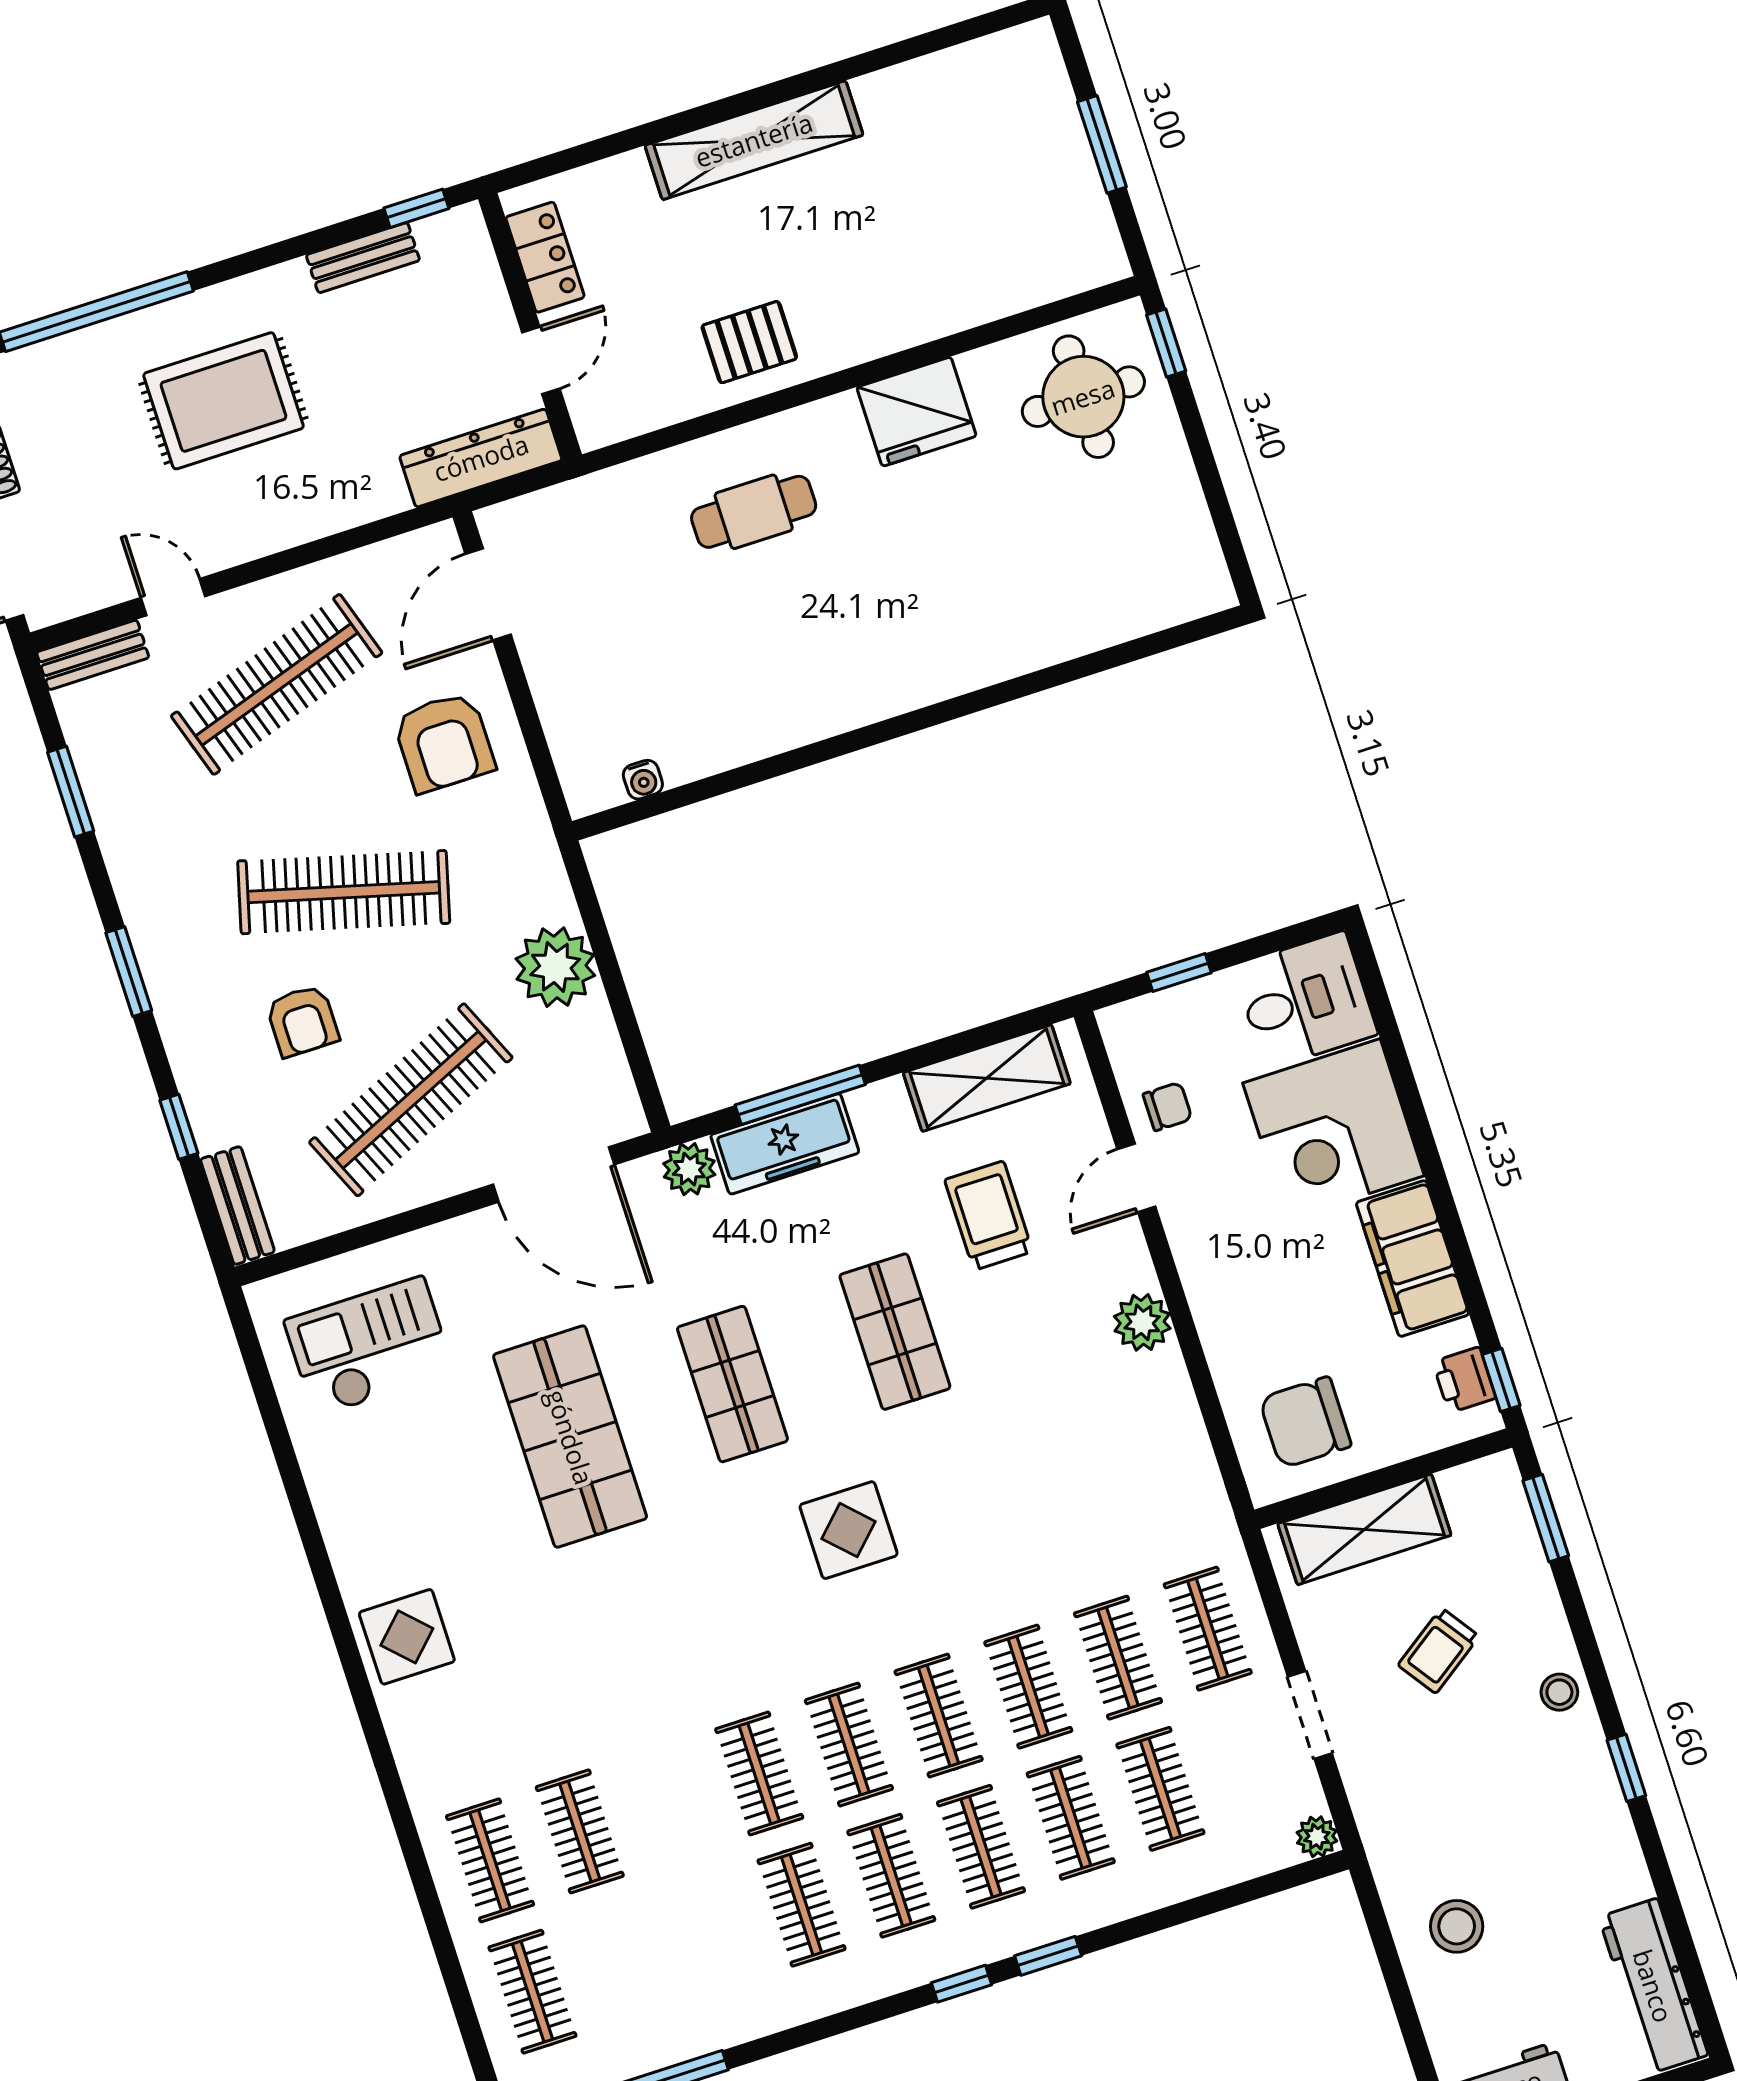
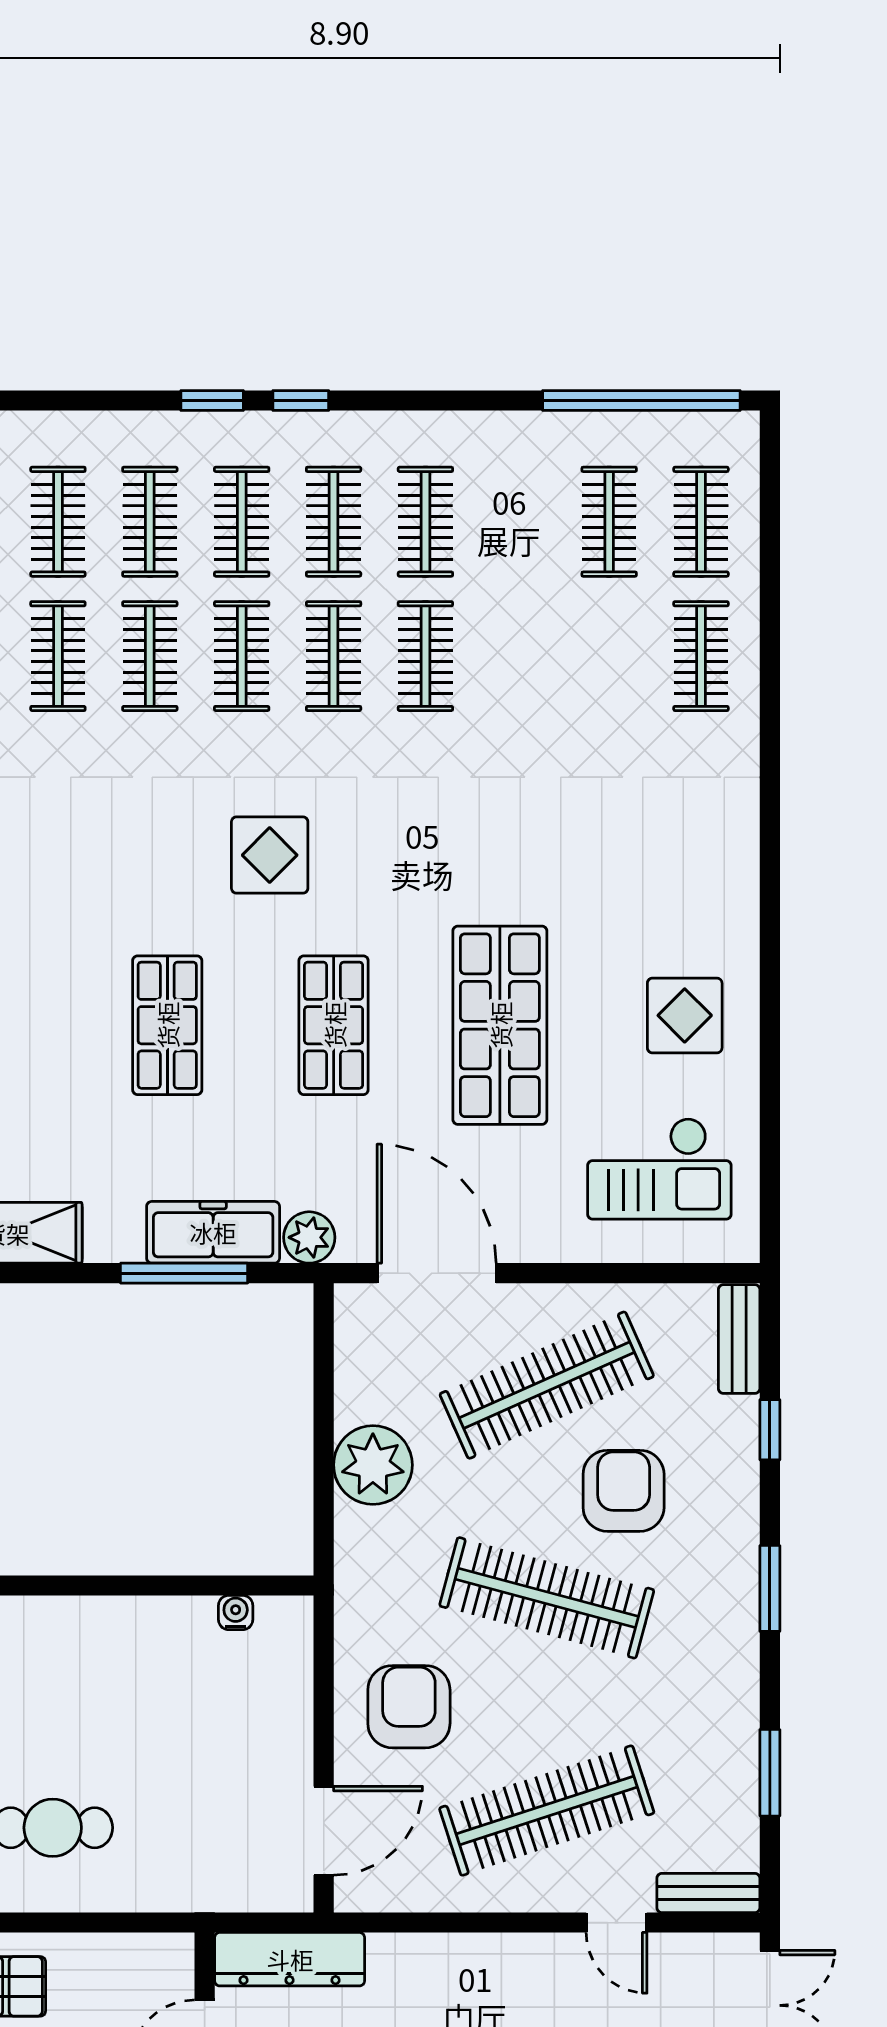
armchair: (302, 1021) -> (624, 1491), width x1.38, depth x1.38
trolley: (989, 1216) -> (46, 1105), removed
display table: (407, 1637) -> (685, 1015), moved
clothes rail: (580, 1831) -> (609, 522), moved

